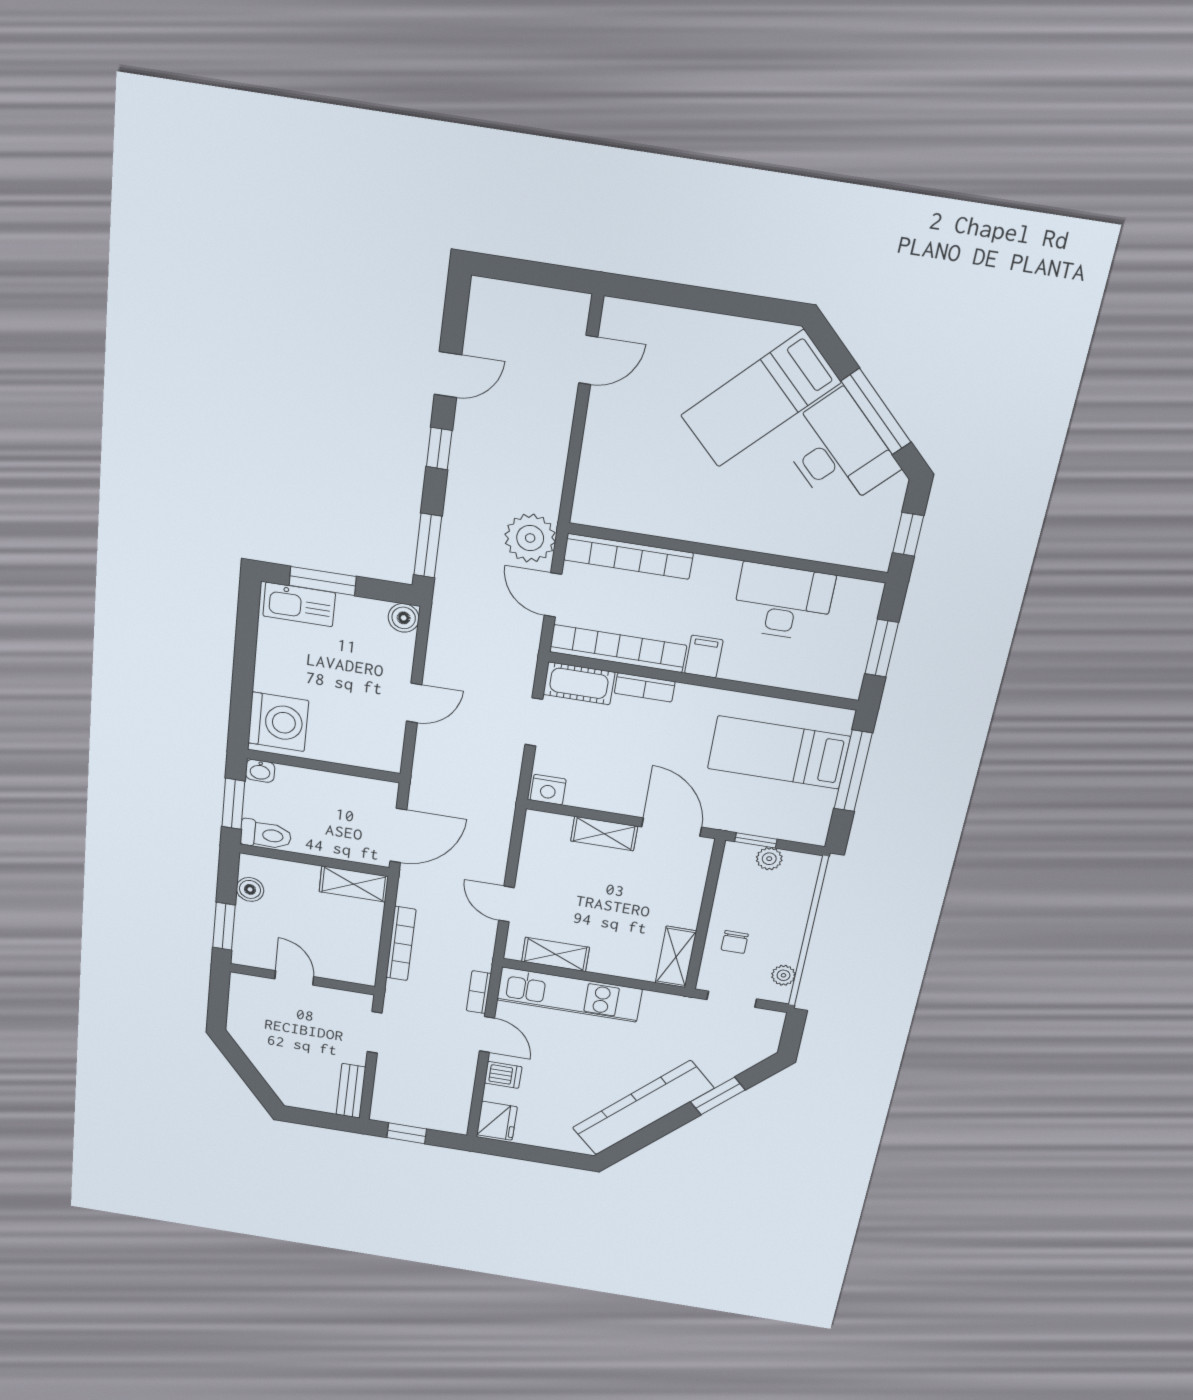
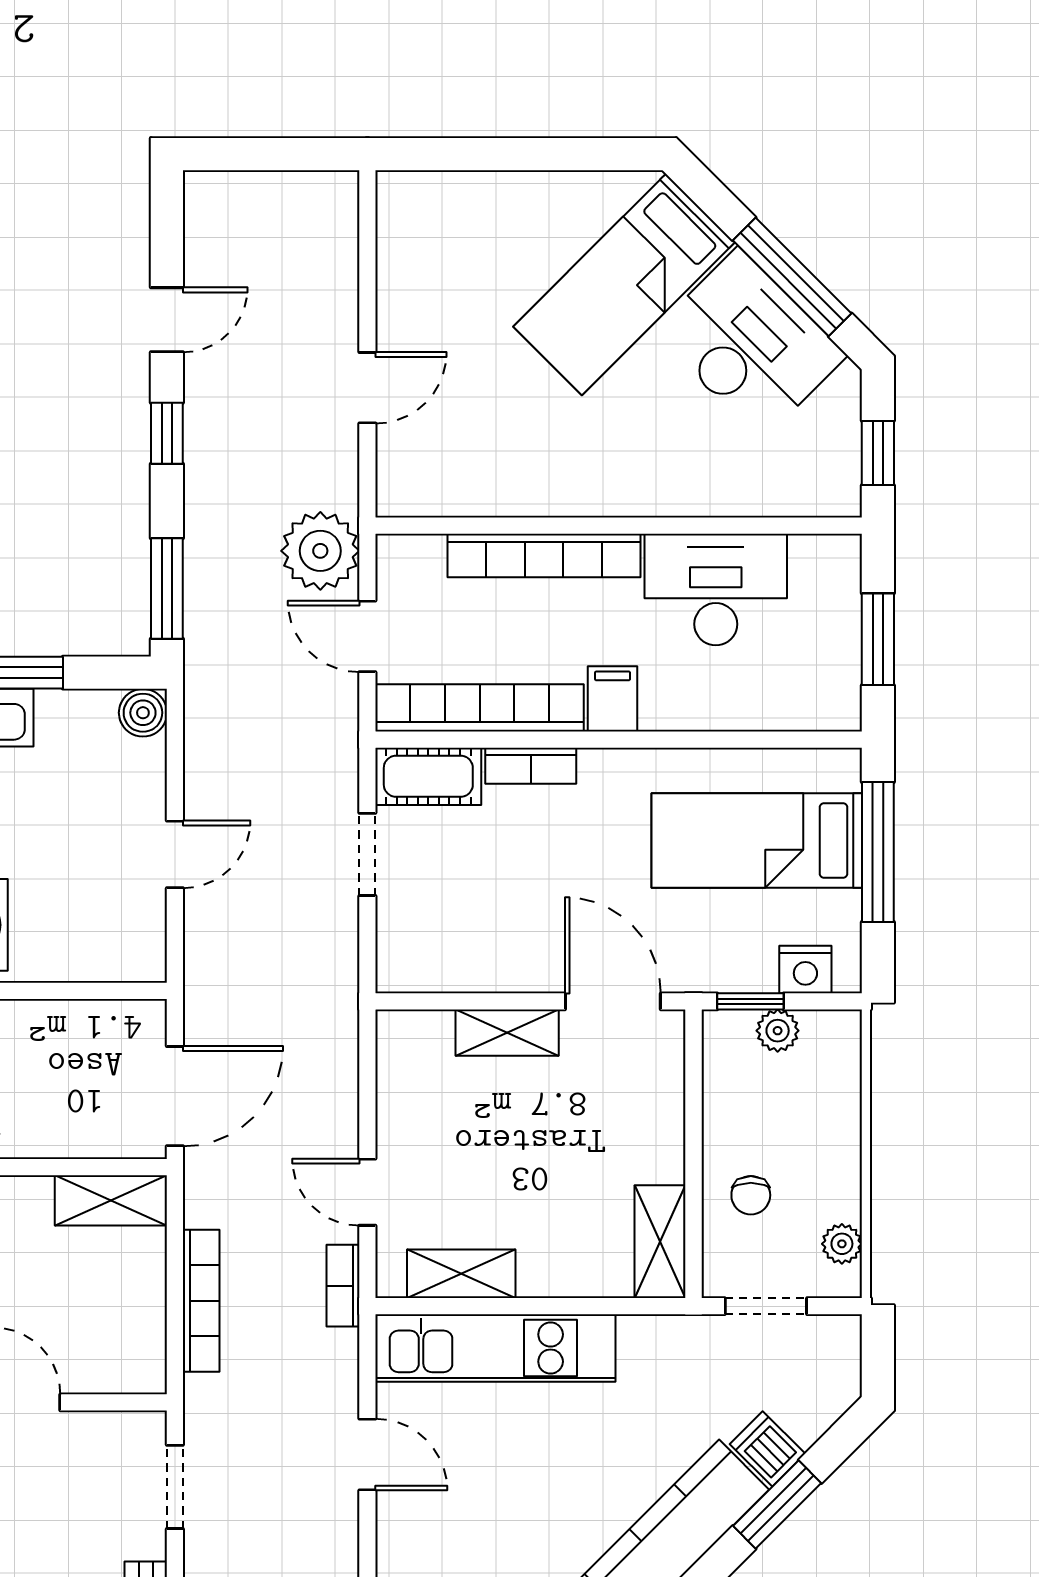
door: (588, 360) -> (367, 388), moved
bookcase: (628, 556) -> (544, 556), moved
nightstand: (548, 790) -> (805, 970), moved
bookcase: (479, 992) -> (343, 1286), moved
dishwasher: (503, 1075) -> (767, 1449), moved, turned -135

